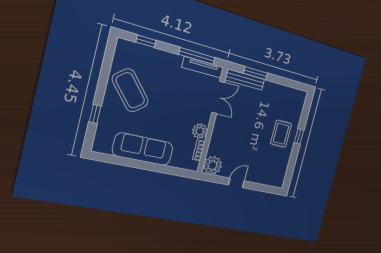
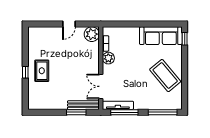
window: (146, 41) -> (163, 112), width x2.17
window: (95, 114) -> (185, 39), moved
sofa: (143, 149) -> (161, 36), moved

